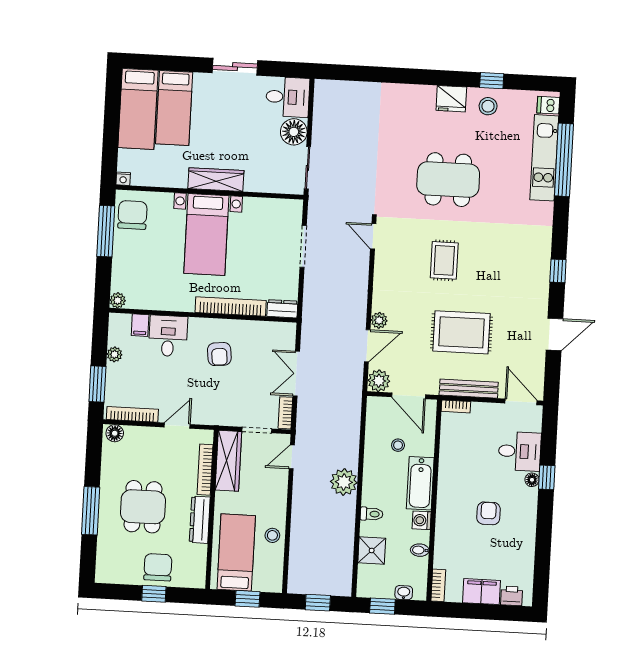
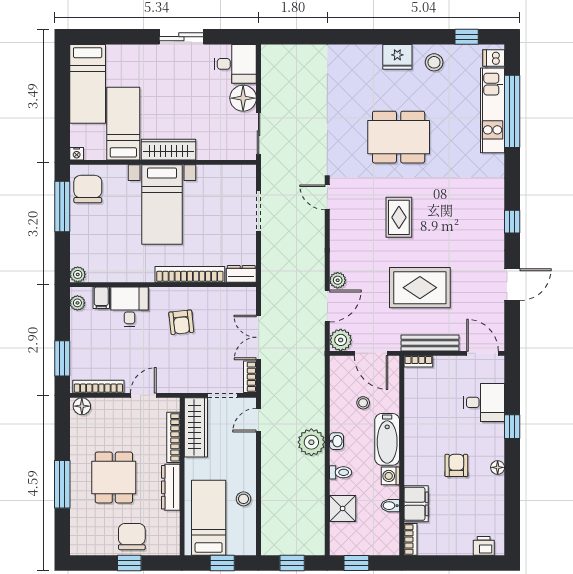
window: (492, 81) -> (467, 37), moved
bed: (174, 108) -> (123, 124), moved, turned 180
plant: (114, 354) -> (77, 303), moved
floor lamp: (532, 480) -> (498, 467), moved
filing cabinet: (482, 592) -> (416, 504), moved, turned 90
washbasin: (404, 593) -> (336, 441), moved, turned 90

